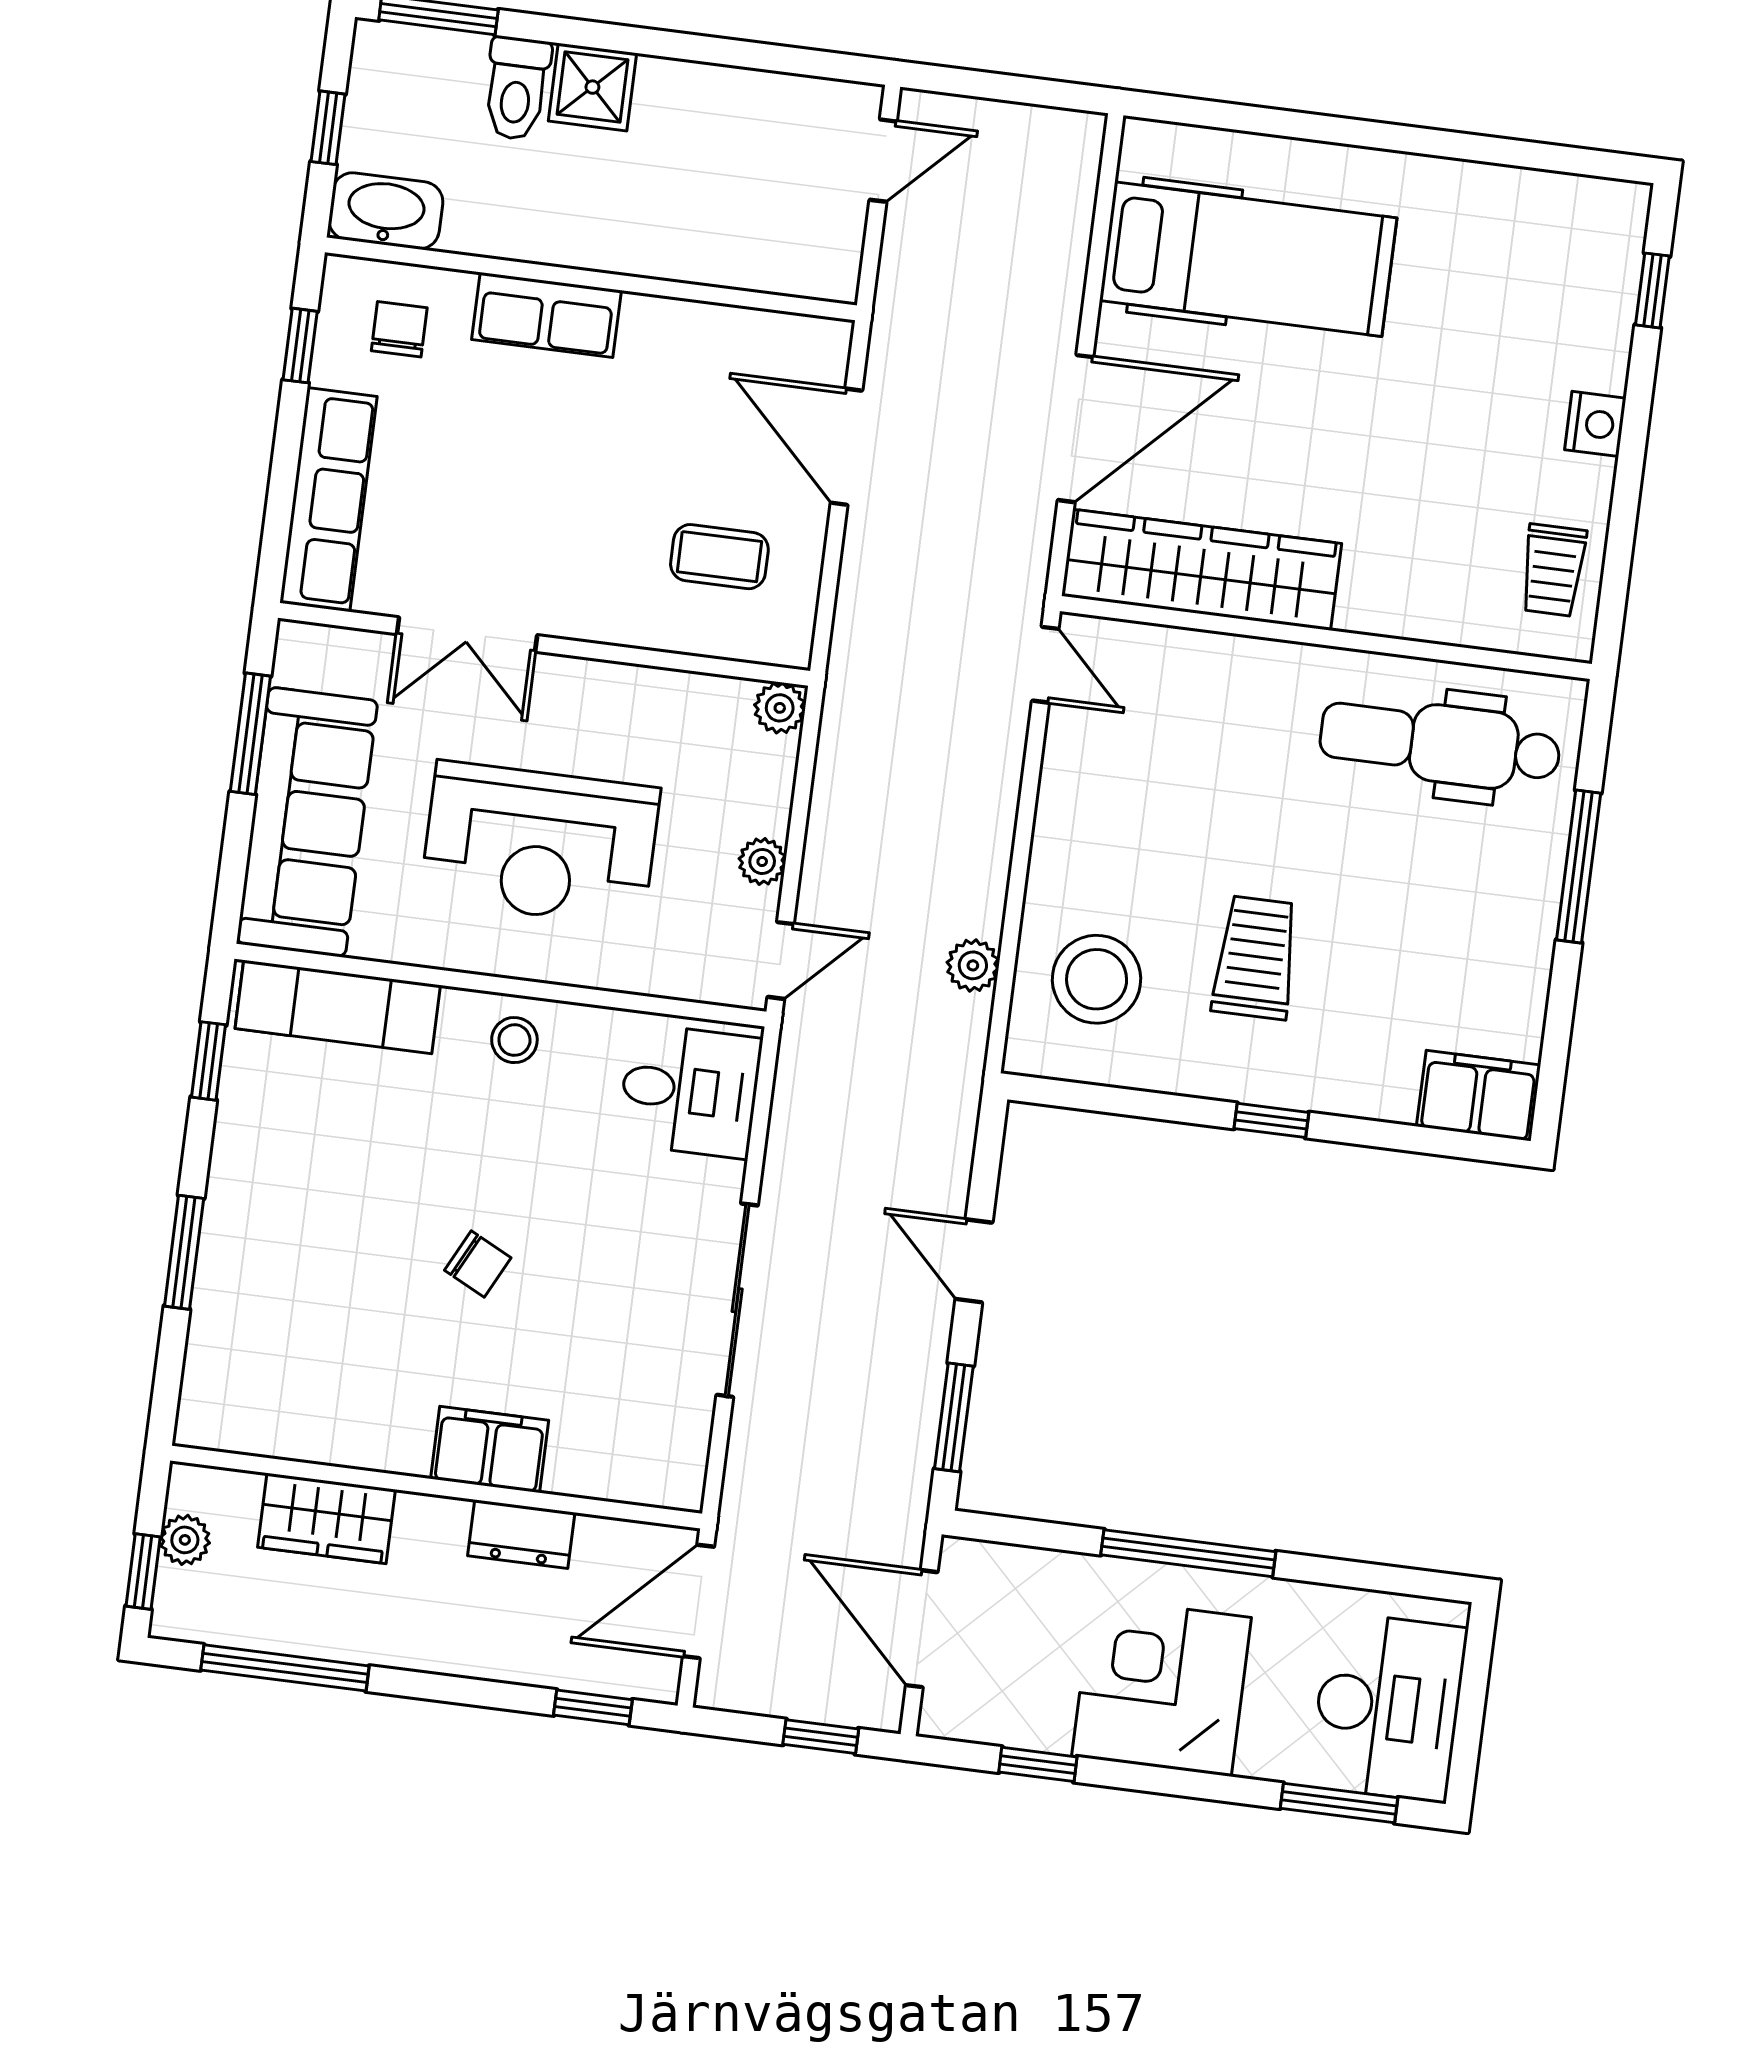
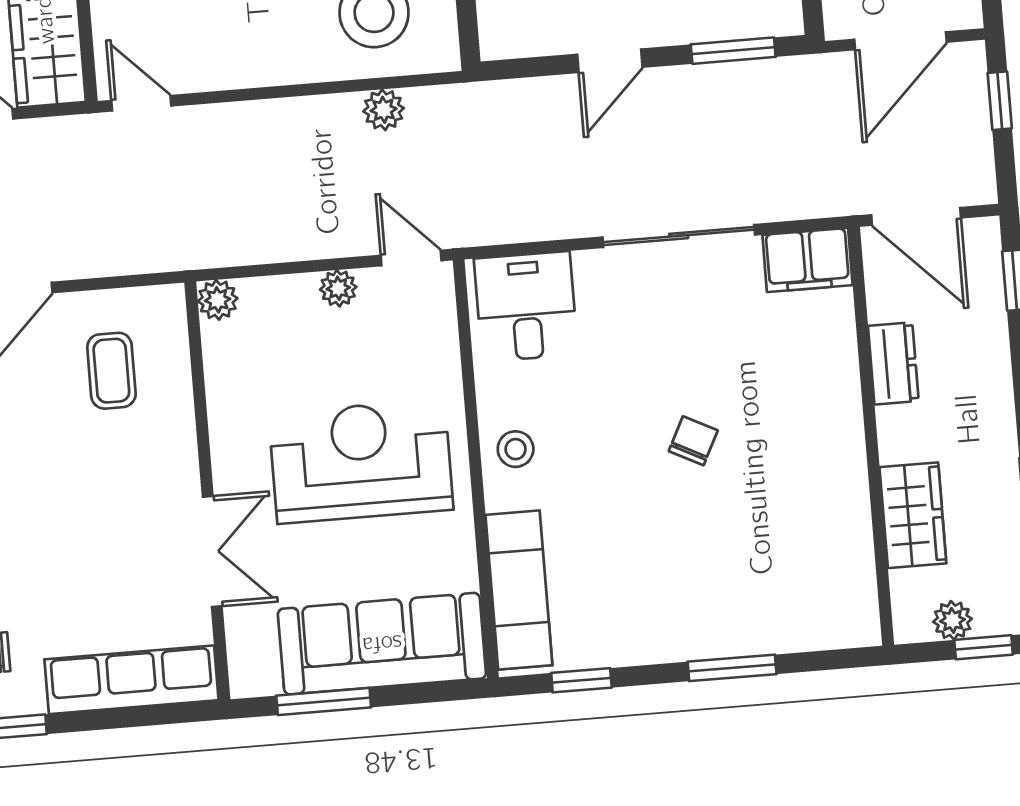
door: (1045, 665) -> (141, 103), hinge flipped
reception desk: (540, 844) -> (361, 461), turned -90
filing cabinet: (490, 1449) -> (808, 260), moved, turned -90

